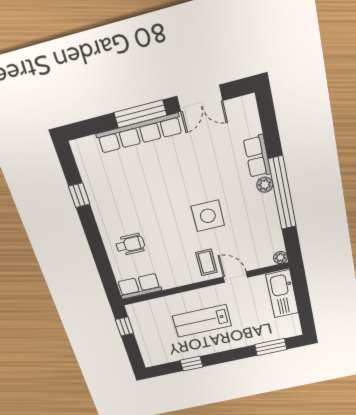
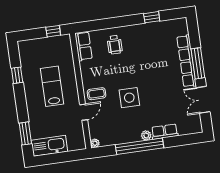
kitchen sink: (282, 294) -> (49, 146), moved

